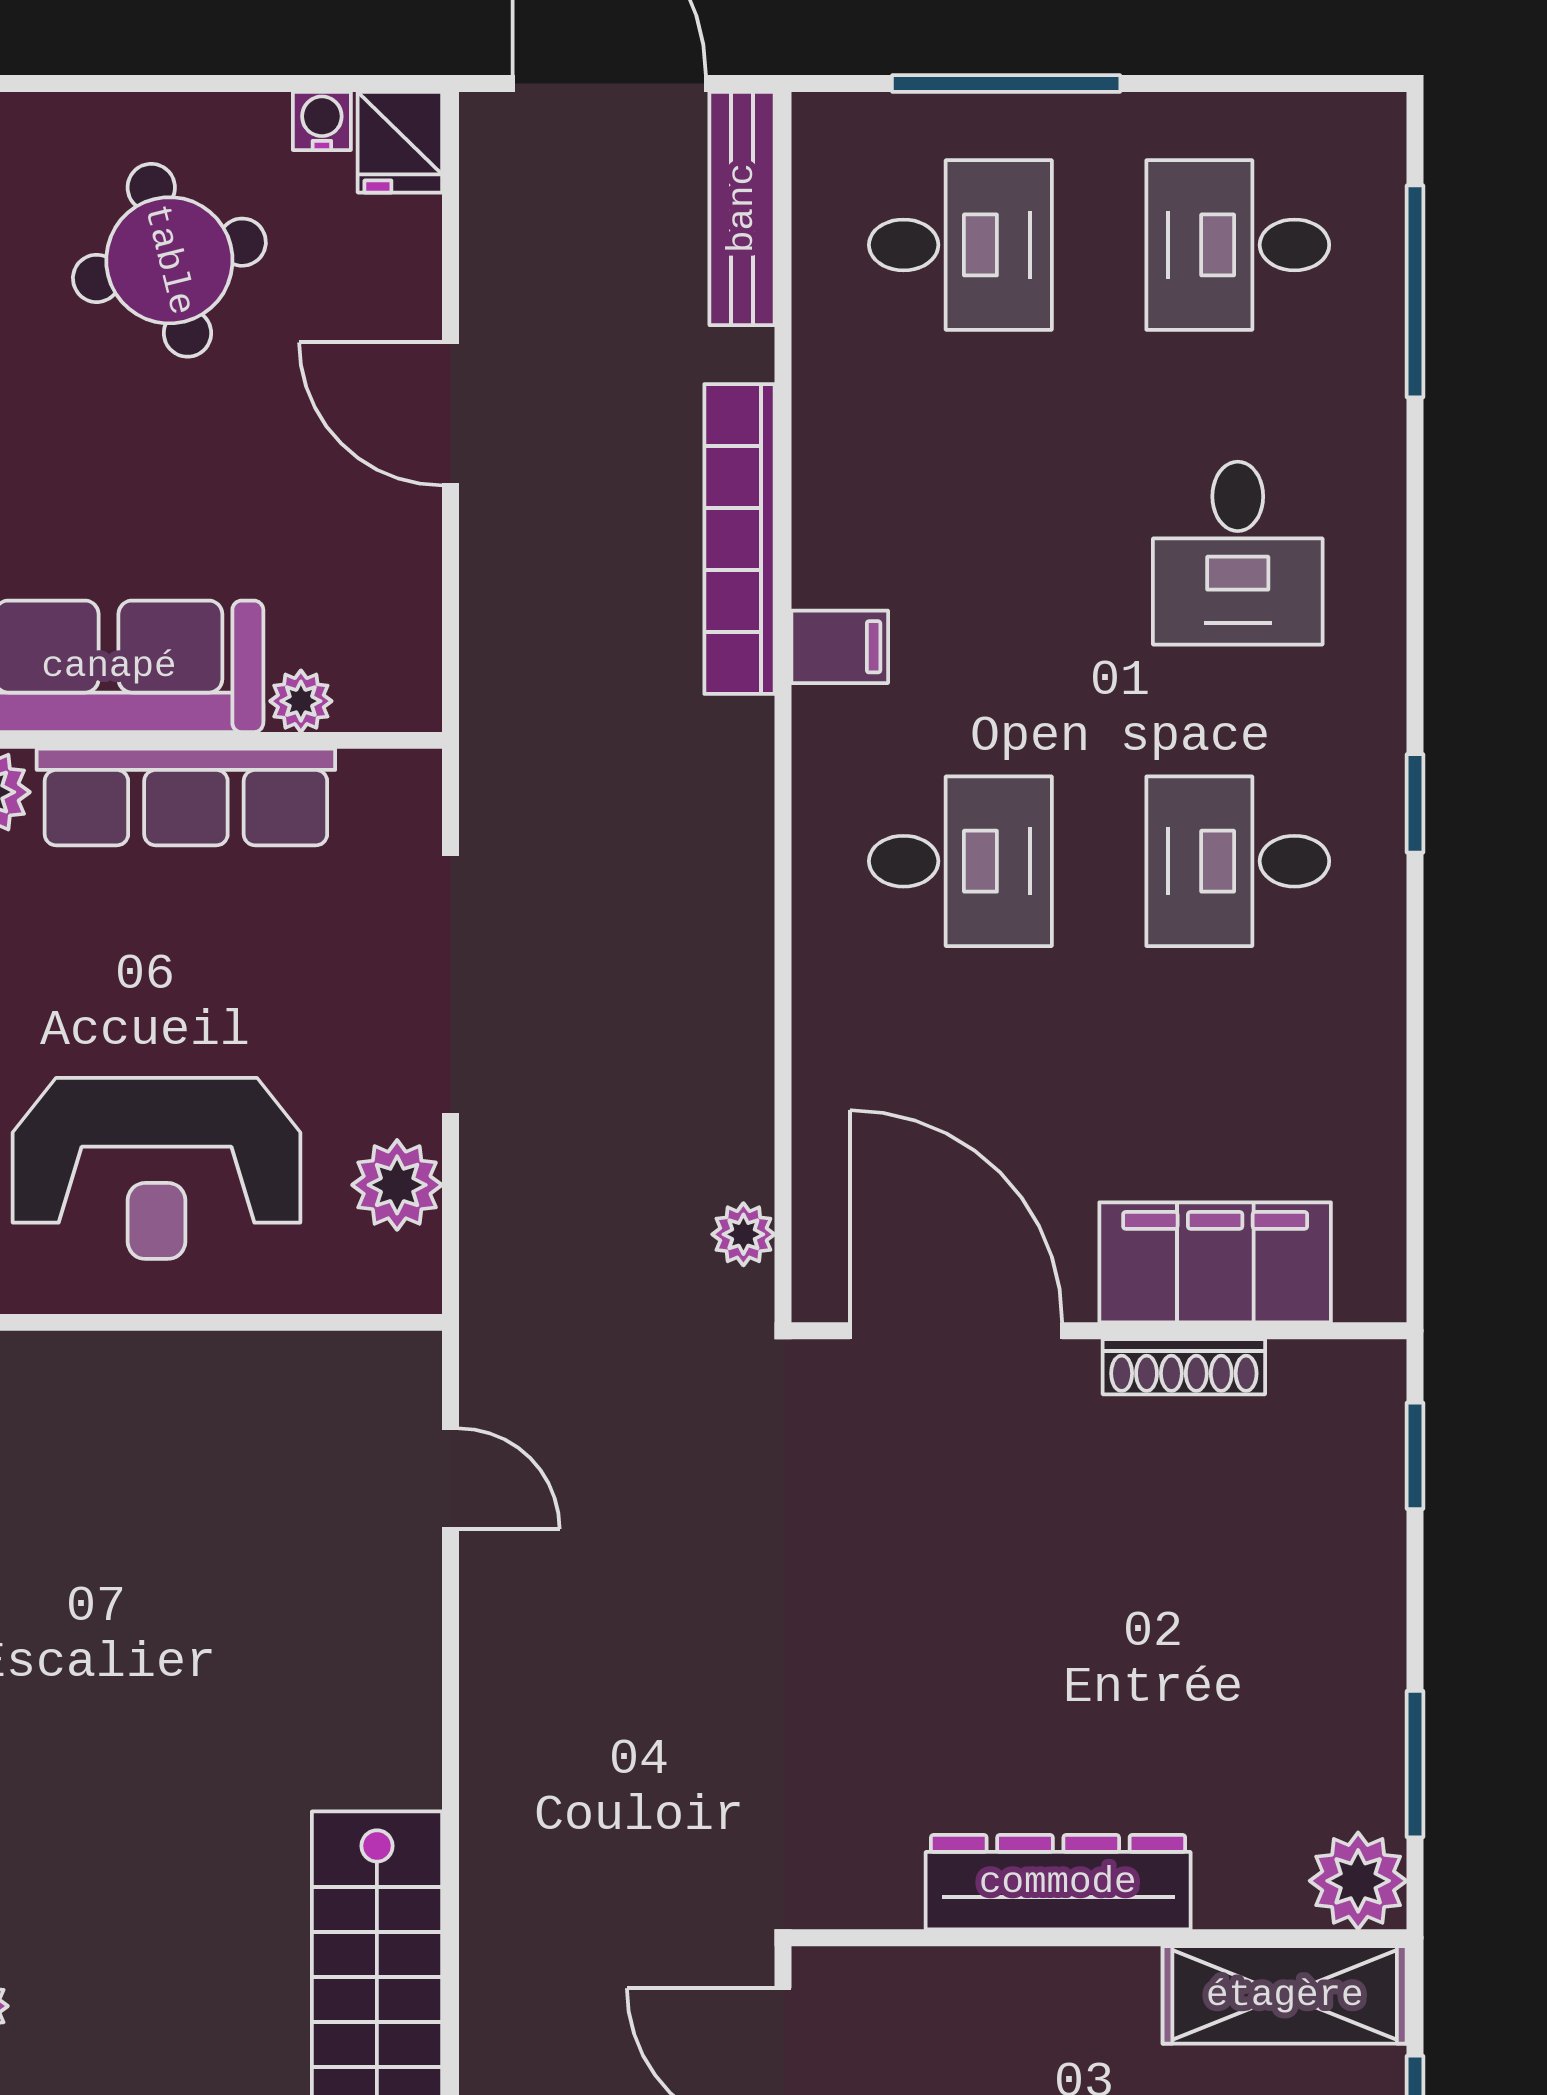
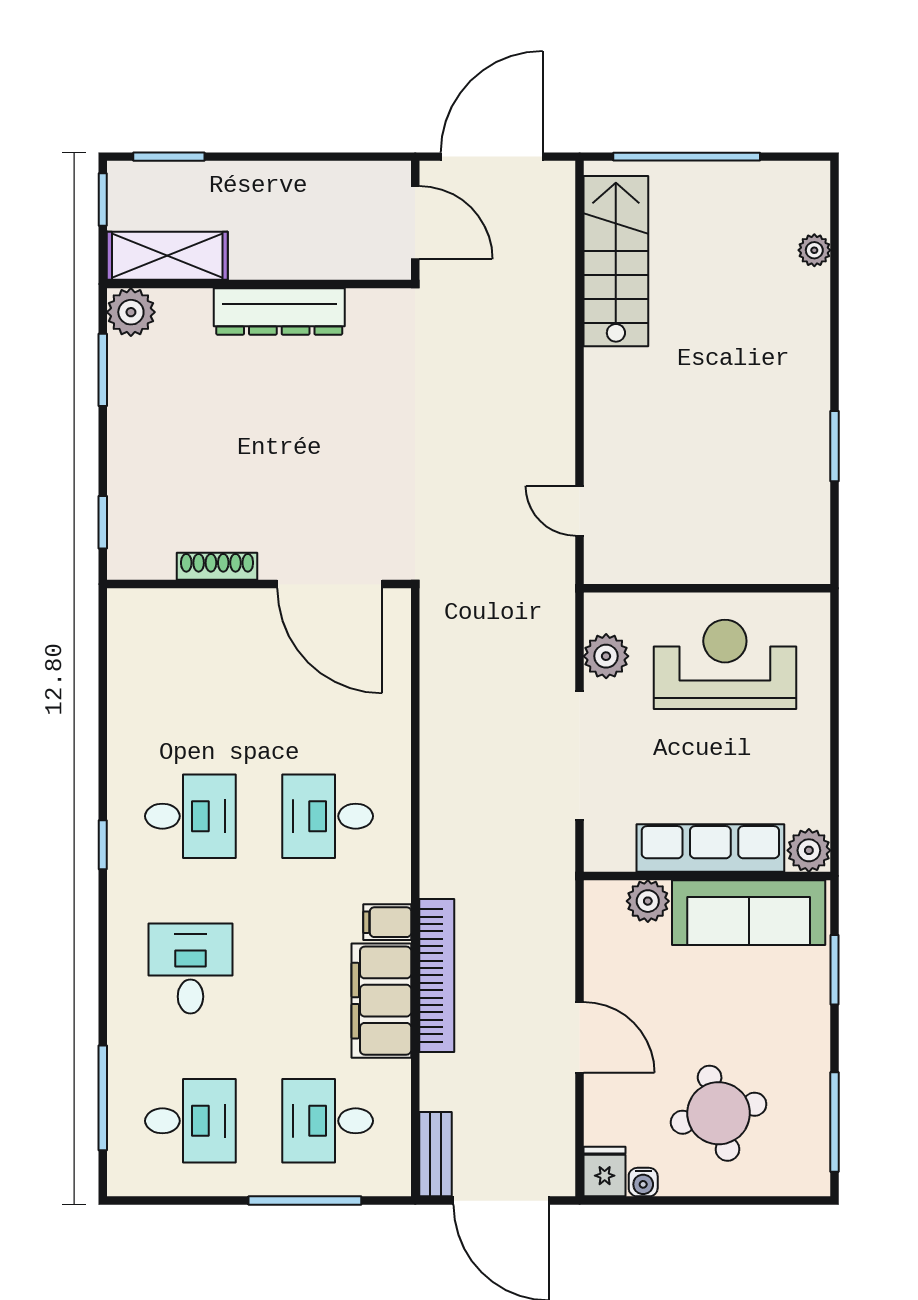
bench: (742, 208) -> (435, 1154), width x0.73
plant: (301, 701) -> (648, 901), width x1.38, depth x1.38
plant: (743, 1234) -> (435, 632), removed
filing cabinet: (1215, 1262) -> (381, 1001), moved, turned 90

